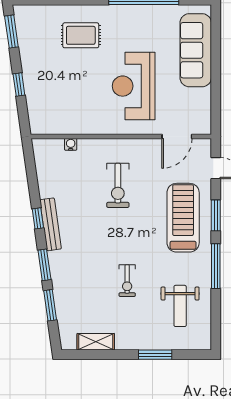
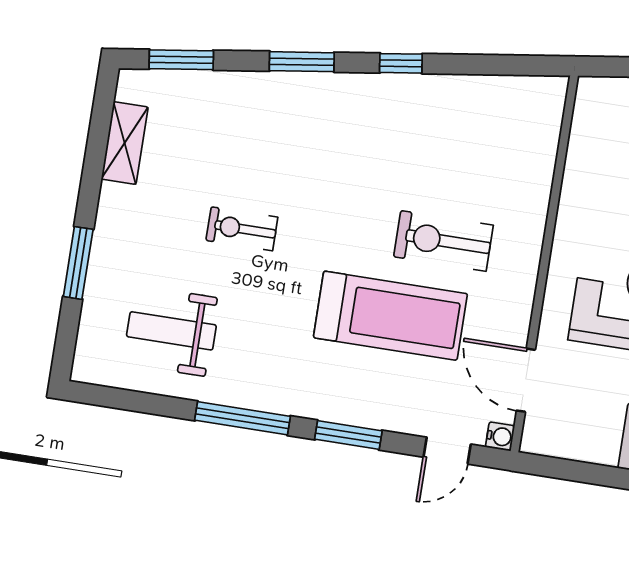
water cooler: (71, 144) -> (500, 436), moved
treadmill: (183, 218) -> (390, 316), moved
bench: (51, 224) -> (384, 88), removed
window: (50, 305) -> (181, 60), moved

